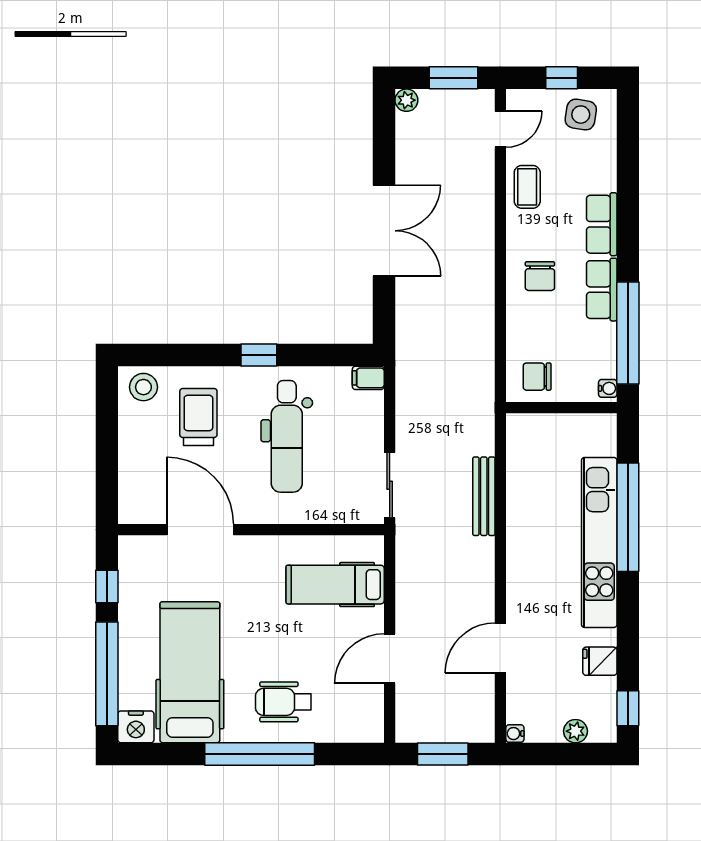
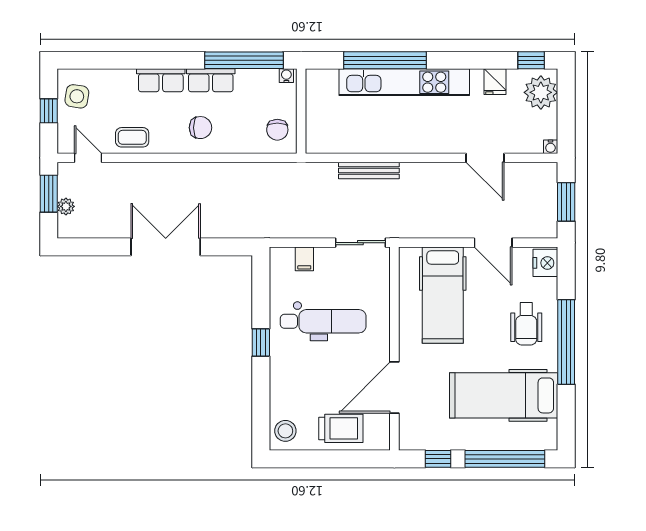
plant: (406, 100) -> (66, 206), moved
filing cabinet: (368, 378) -> (304, 259), moved
trolley: (198, 417) -> (341, 428), moved, turned 180
hospital bed: (335, 585) -> (443, 295), width x1.37, depth x1.29
nightstand: (136, 727) -> (545, 263), moved
plant: (575, 731) -> (541, 92), width x1.88, depth x1.88

